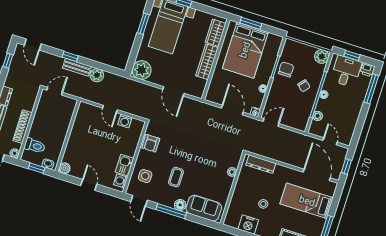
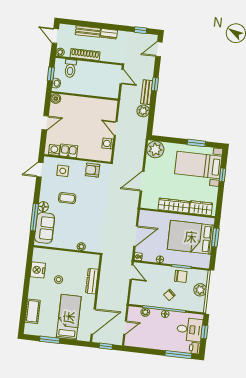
plant: (322, 56) -> (200, 290), moved
door: (110, 109) -> (116, 128), hinge flipped
dresser: (261, 164) -> (92, 281), moved
window: (171, 211) -> (34, 217), moved

